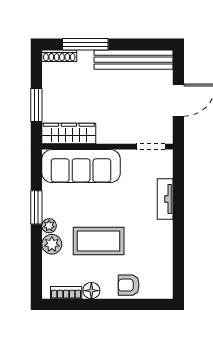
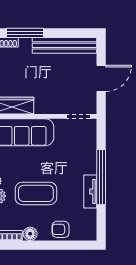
tv unit: (165, 199) -> (90, 192), moved
window: (178, 221) -> (101, 177), added

